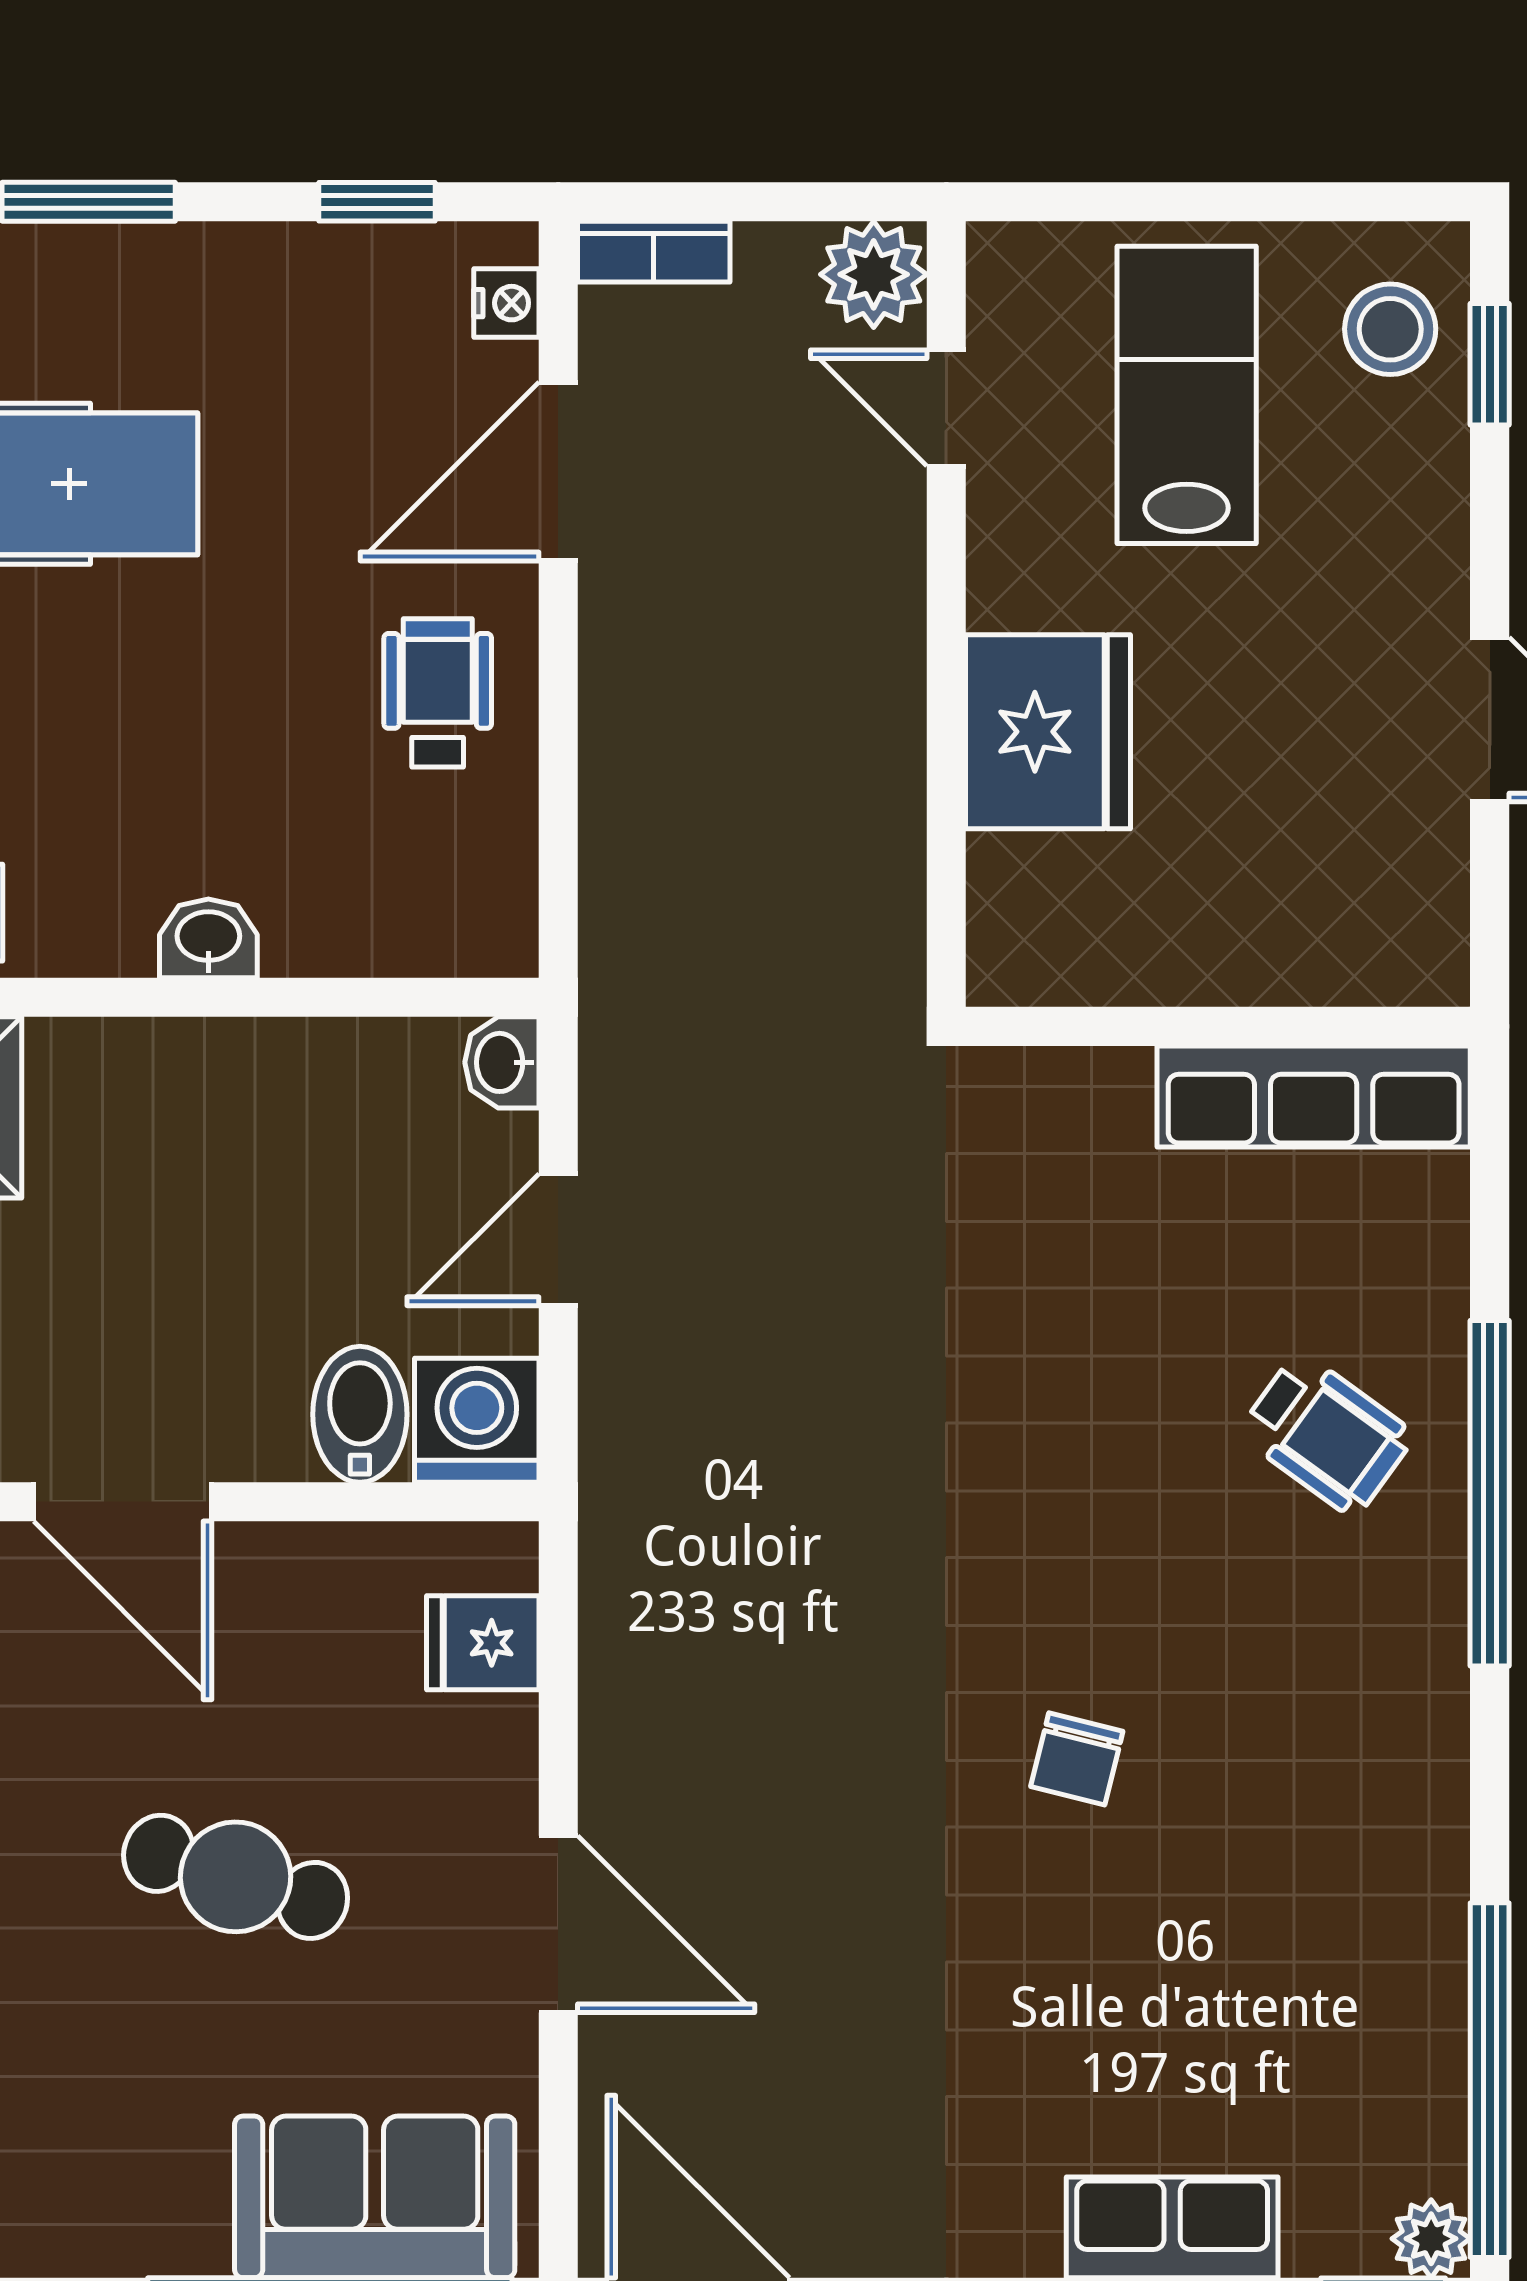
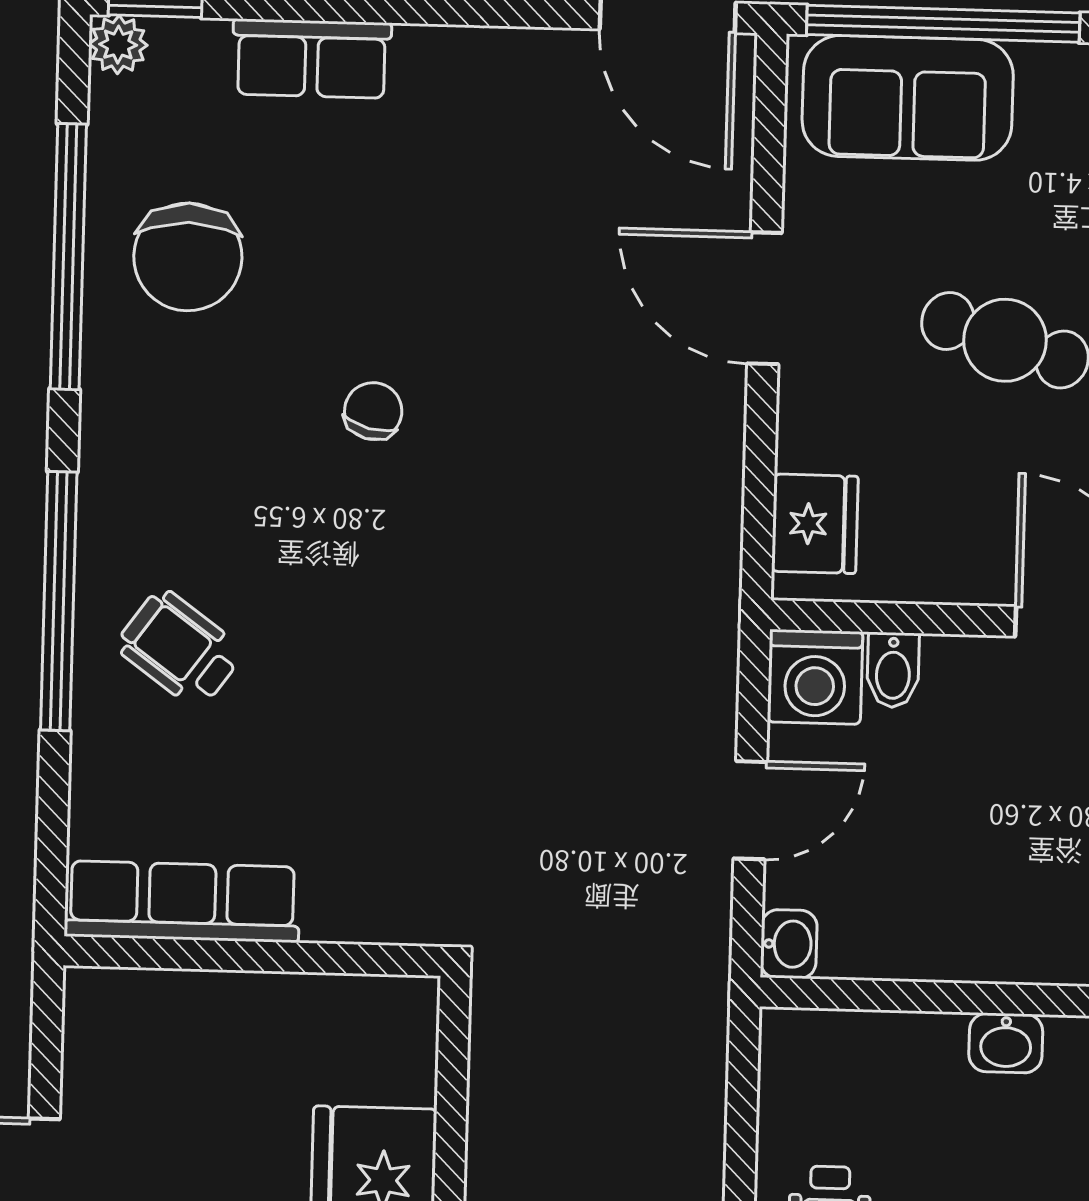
bidet: (360, 1414) -> (893, 670), width x0.72, depth x0.74
fridge: (483, 1643) -> (815, 524), width x1.38
chair: (1330, 1958) -> (188, 257), added
window: (1490, 2080) -> (68, 257), moved

